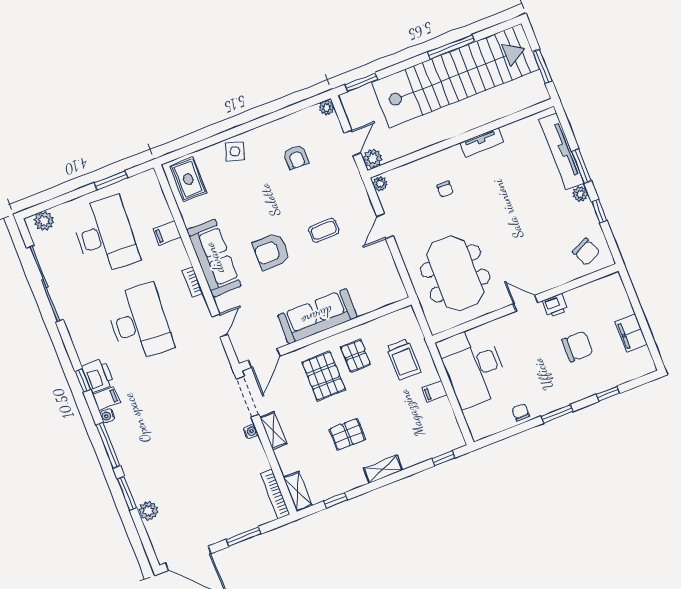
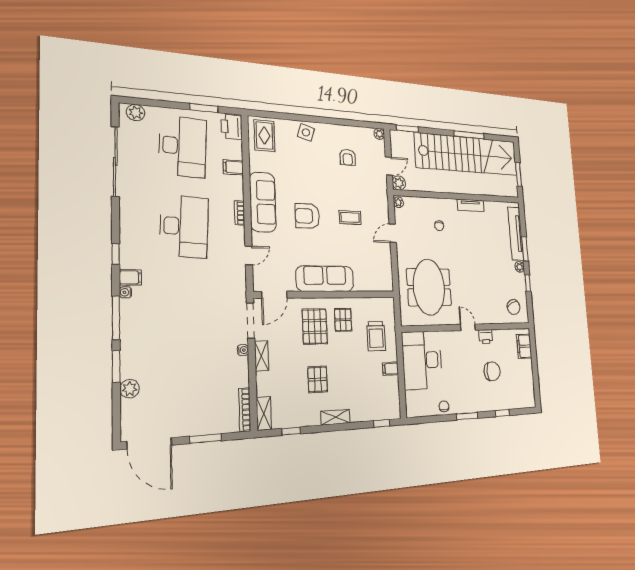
filing cabinet: (631, 333) -> (524, 346), moved
printer: (98, 375) -> (232, 127), moved, turned 180
pallet: (347, 434) -> (318, 379), turned 90

